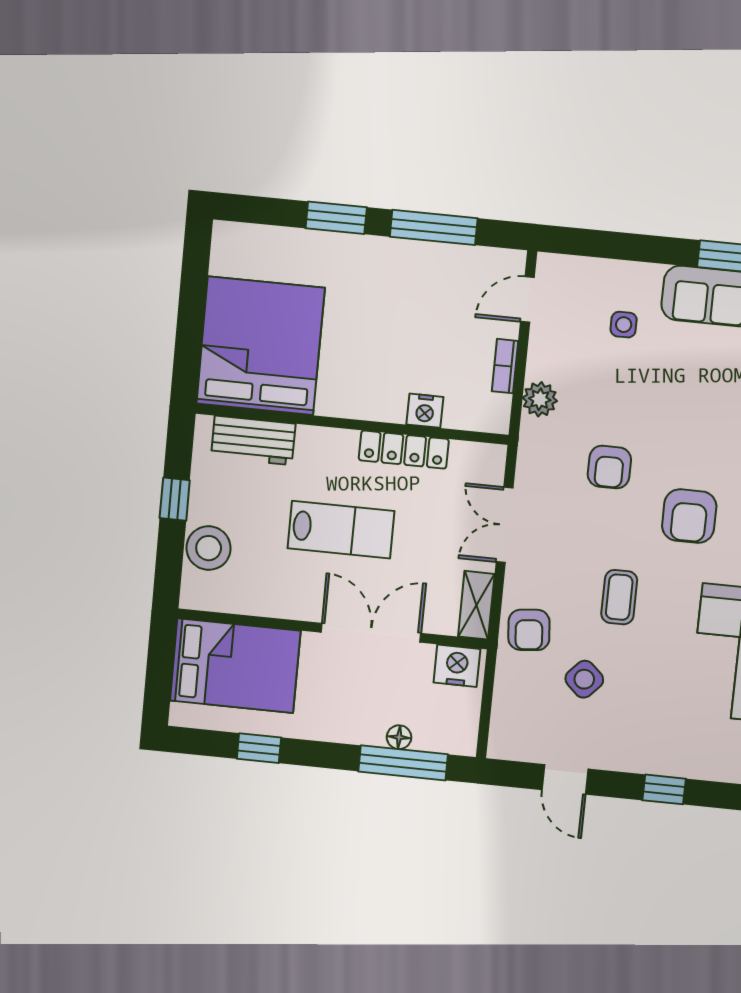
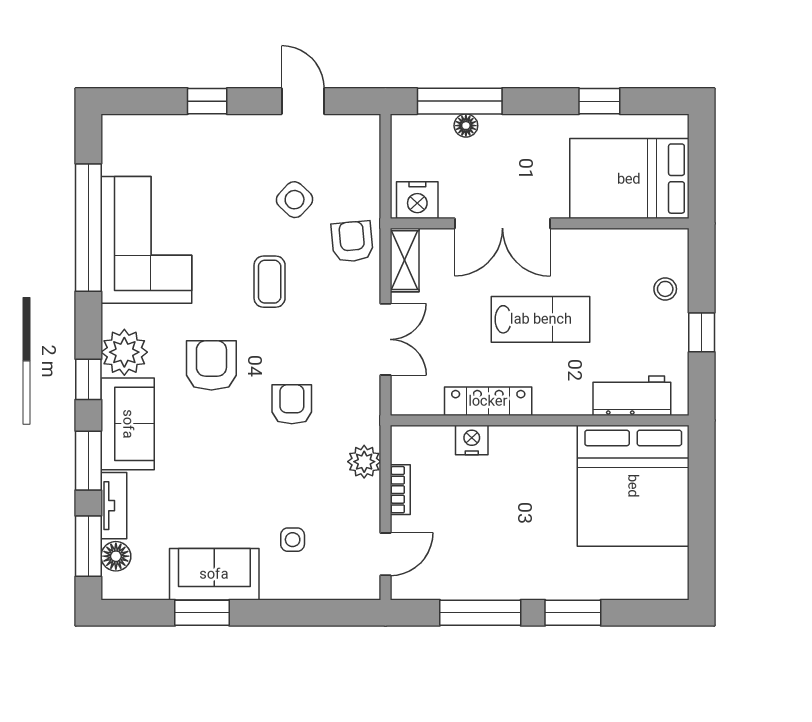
lab bench: (341, 530) -> (541, 319), turned 180
stool: (209, 548) -> (665, 289), width x0.53, depth x0.53

